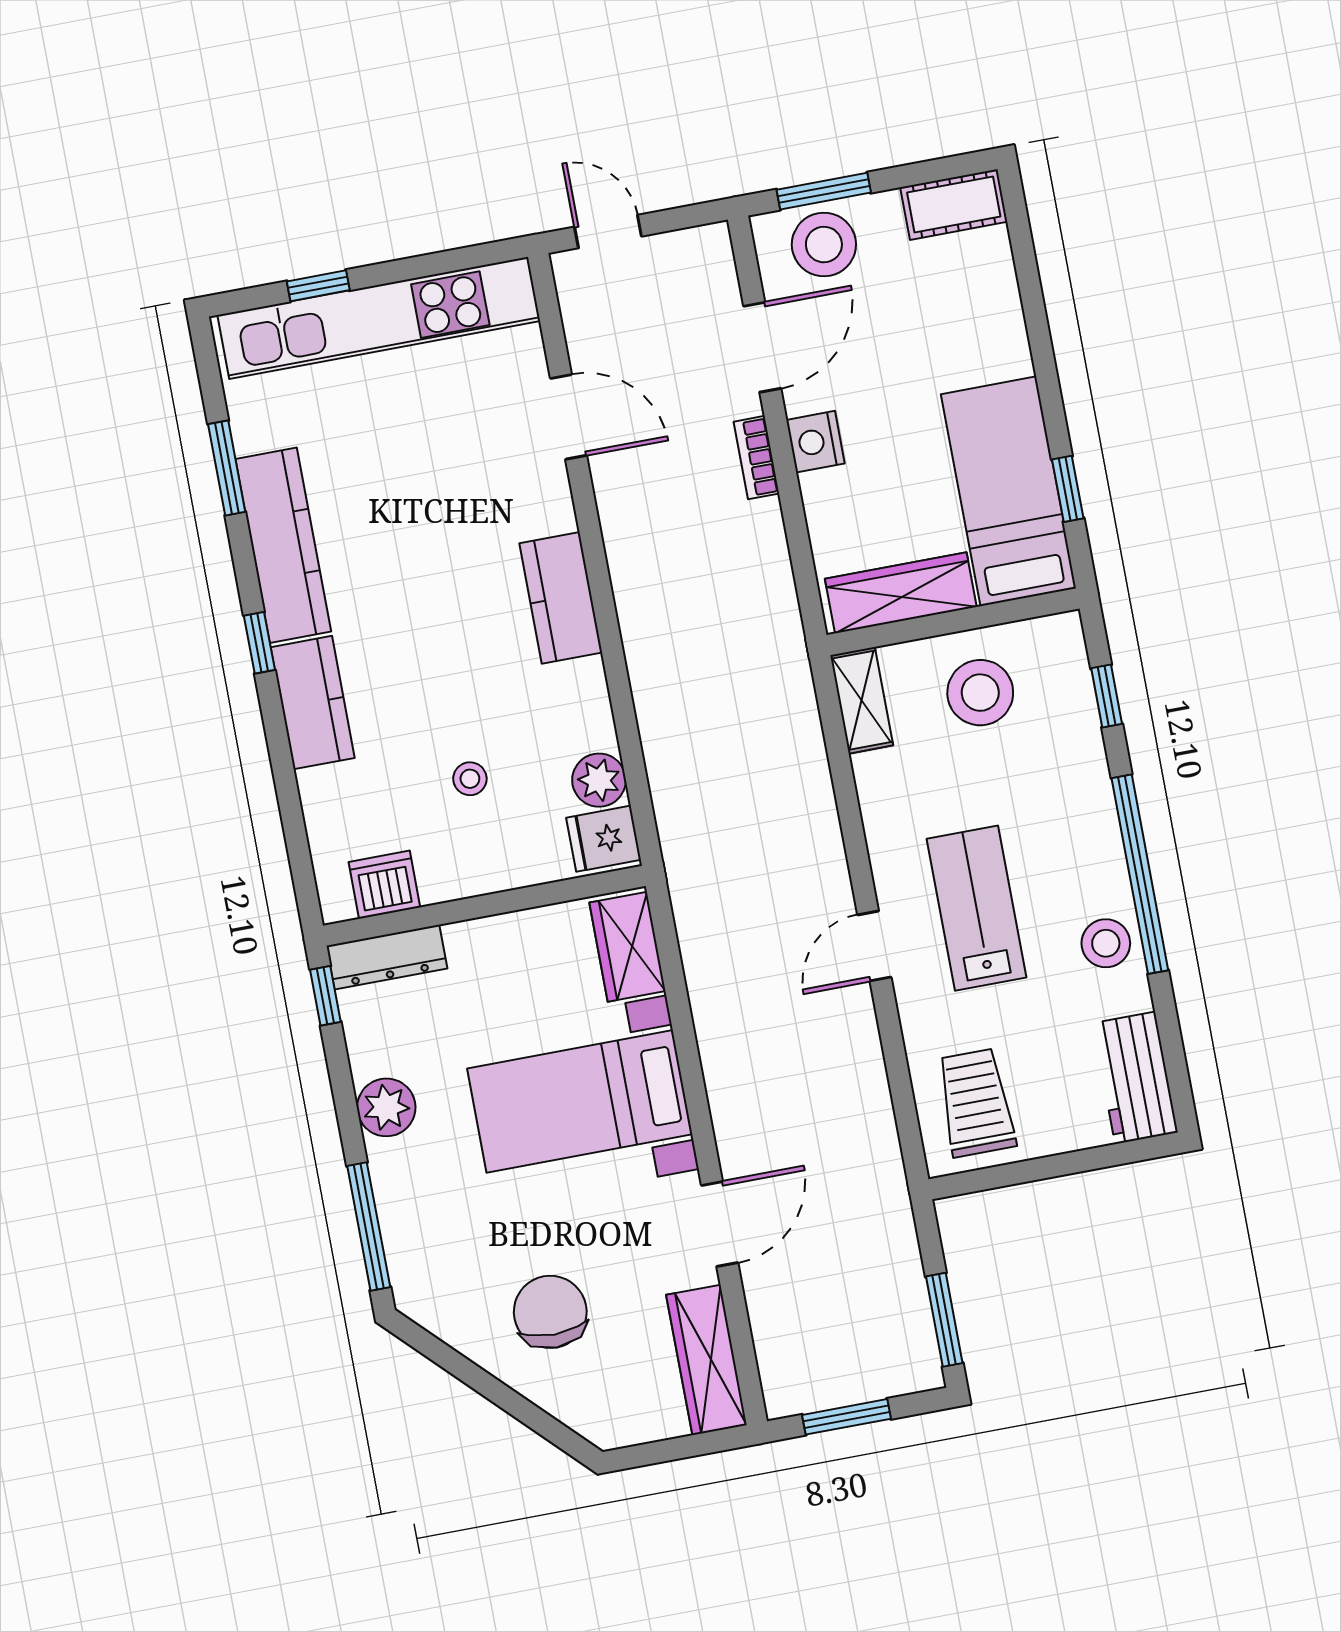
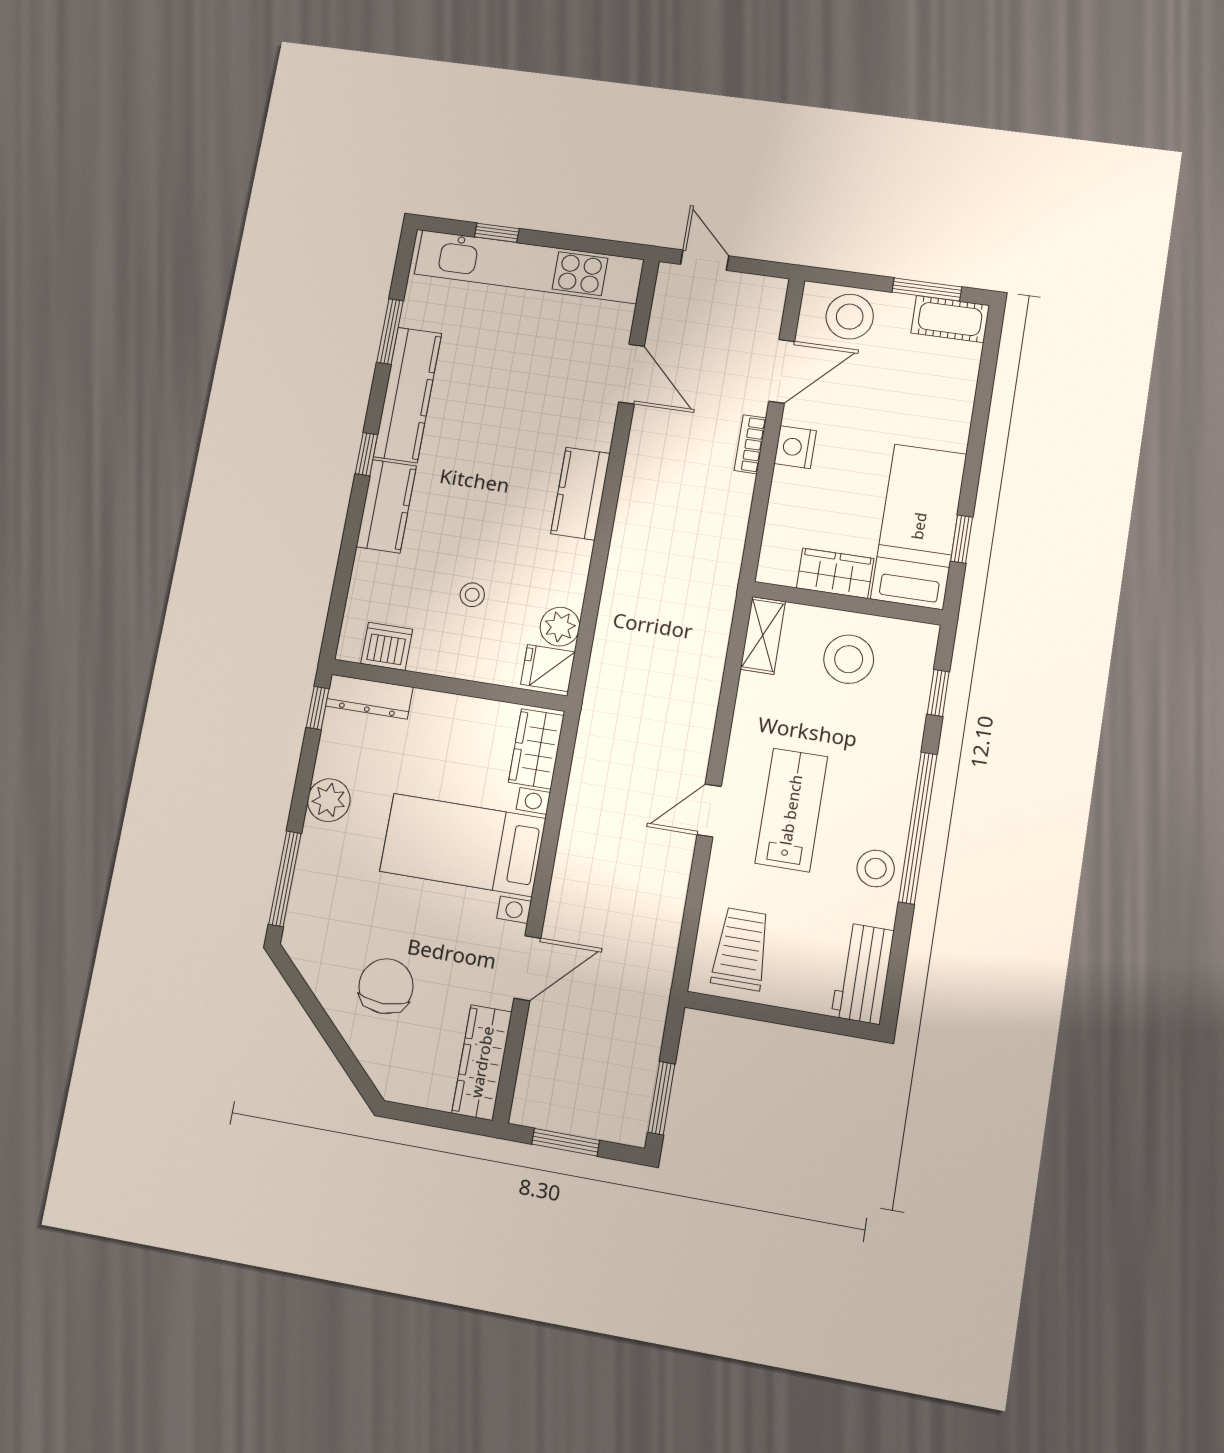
window: (824, 191) -> (927, 289), moved
wardrobe: (901, 593) -> (835, 573), width x0.67

